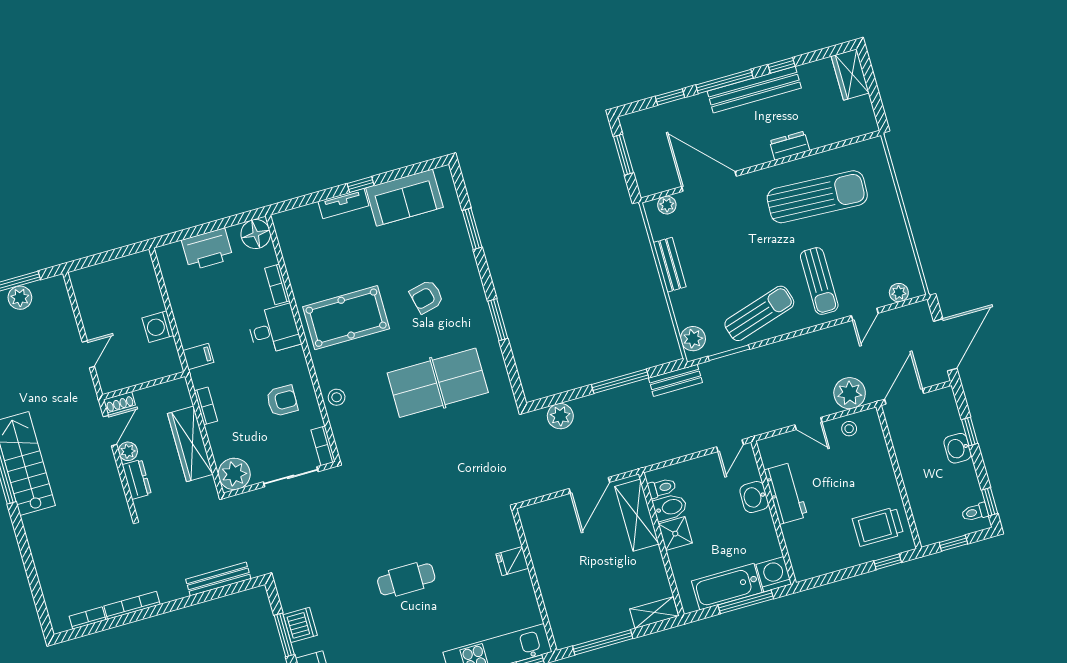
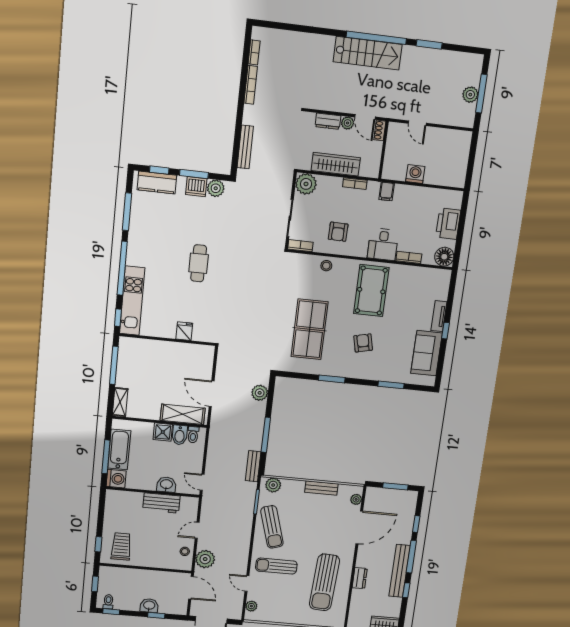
plant: (291, 597) -> (216, 188), added

